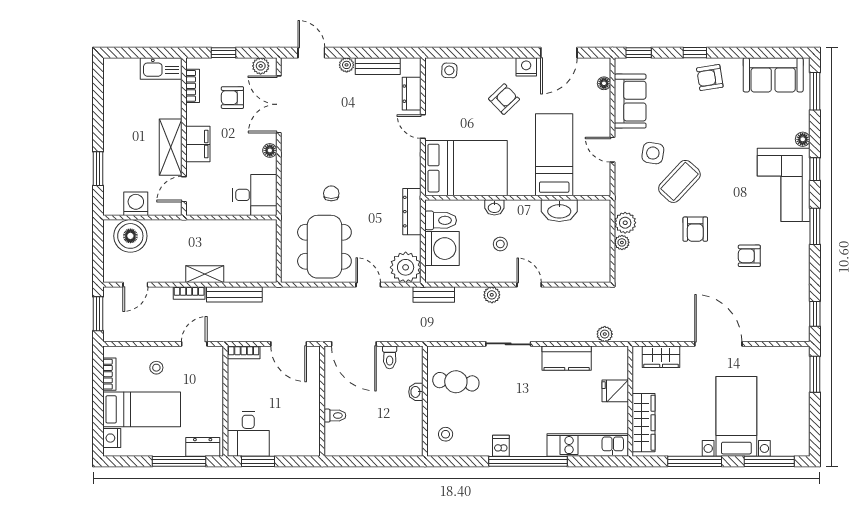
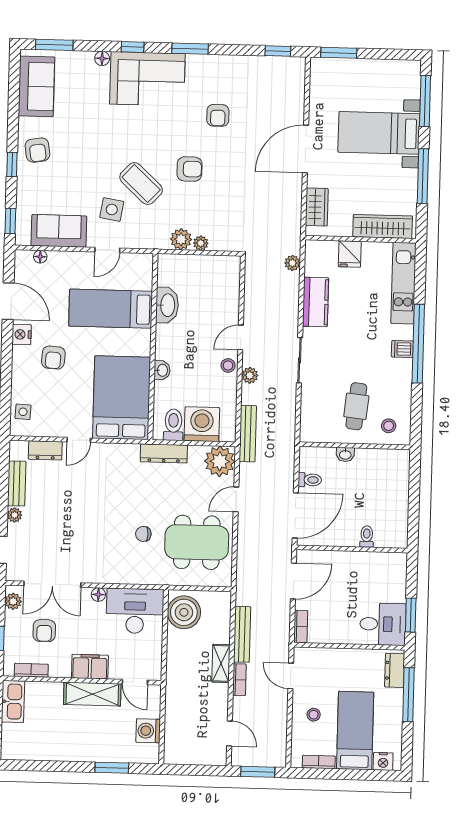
armchair: (504, 99) -> (53, 358), turned -132
desk: (255, 195) -> (135, 611), width x1.37
boiler: (130, 236) -> (184, 612), moved
stool: (500, 244) -> (228, 365), moved
bench: (434, 294) -> (248, 434), width x1.36
cafe table: (456, 382) -> (356, 406), moved
dishwasher: (501, 446) -> (402, 349), moved

